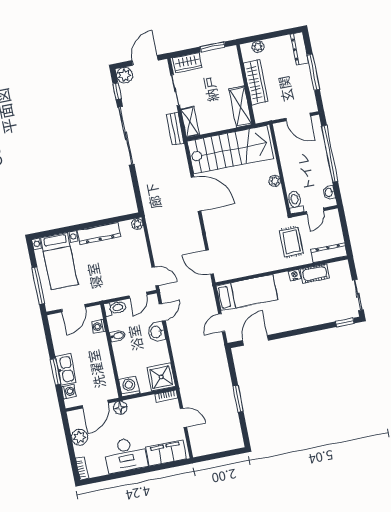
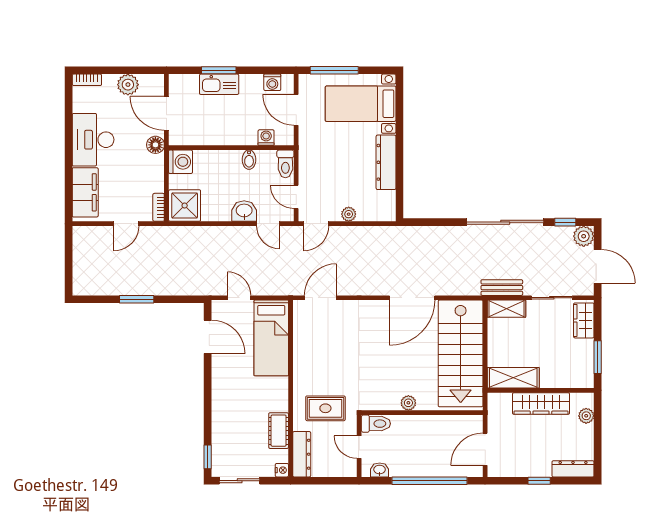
window: (313, 72) -> (539, 481), width x0.46
plant: (137, 224) -> (349, 214), moved
nightstand: (295, 275) -> (282, 470), moved
washing machine: (69, 391) -> (272, 82), moved

